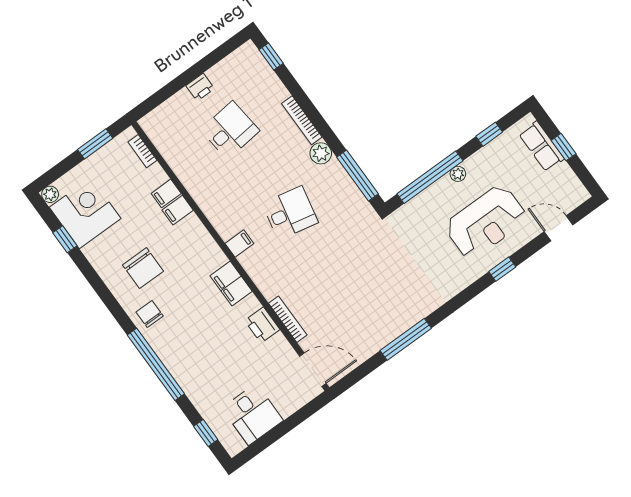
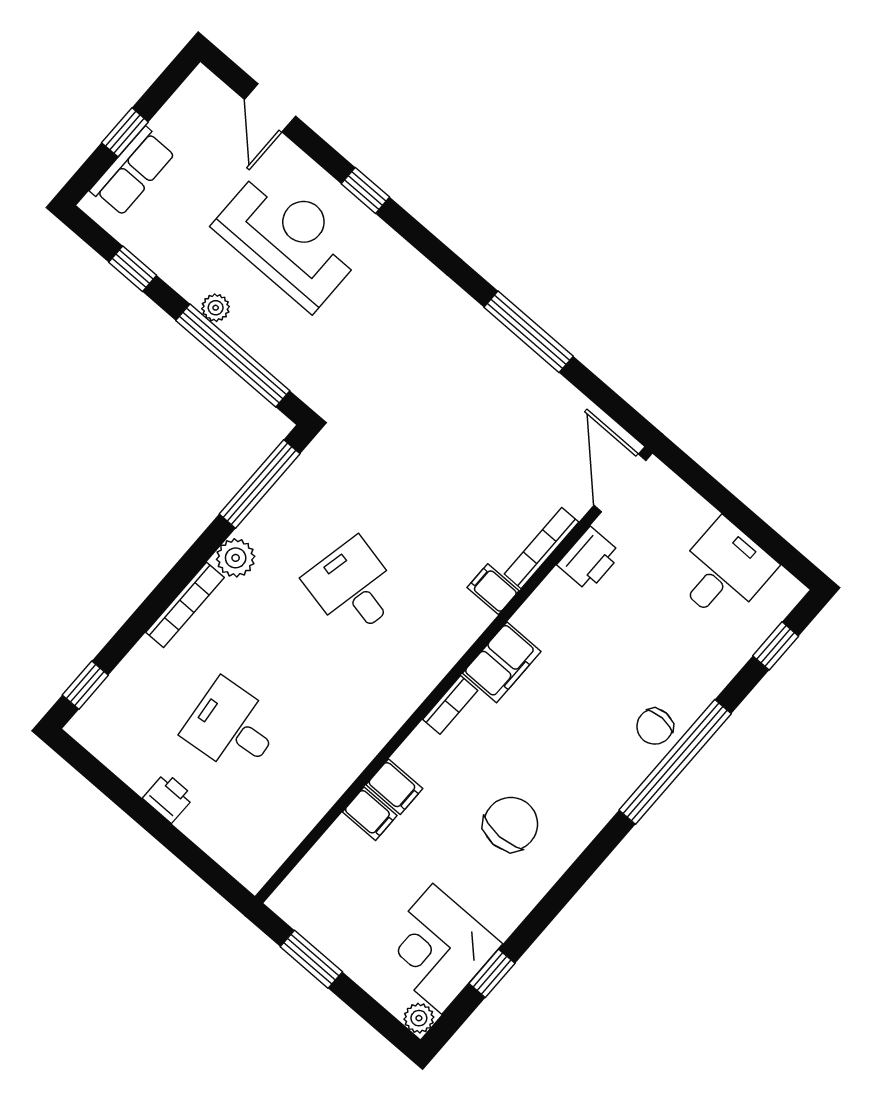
bookcase: (142, 151) -> (450, 705), moved
filing cabinet: (239, 243) -> (493, 589), moved
chair: (150, 314) -> (655, 727), moved
printer: (262, 325) -> (589, 559), moved

